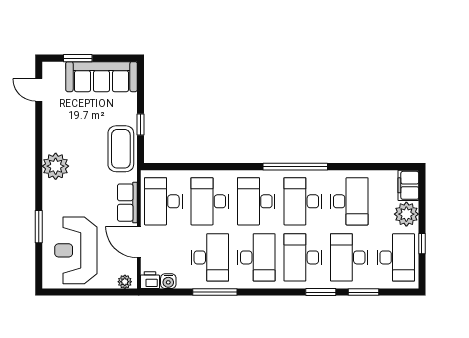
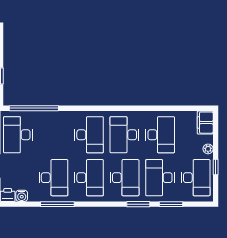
window: (295, 167) -> (34, 108), moved
desk: (210, 201) -> (53, 135), removed
desk: (256, 201) -> (89, 135), turned 180
plant: (406, 214) -> (208, 149), width x0.53, depth x0.53
desk: (303, 257) -> (124, 178), turned 180

